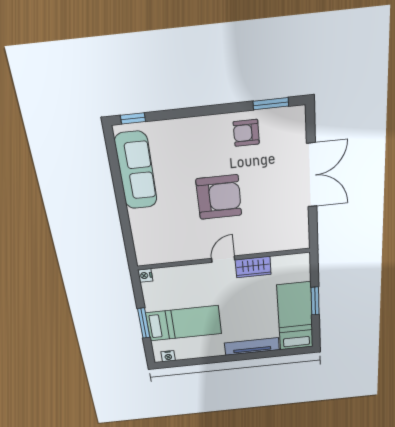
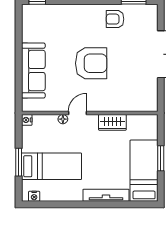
sofa: (136, 171) -> (33, 71), moved
door: (223, 259) -> (77, 113), moved
floor lamp: (190, 270) -> (63, 119), added

